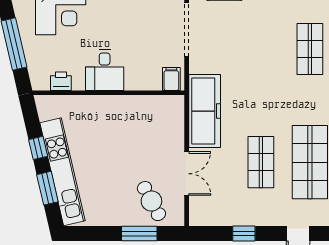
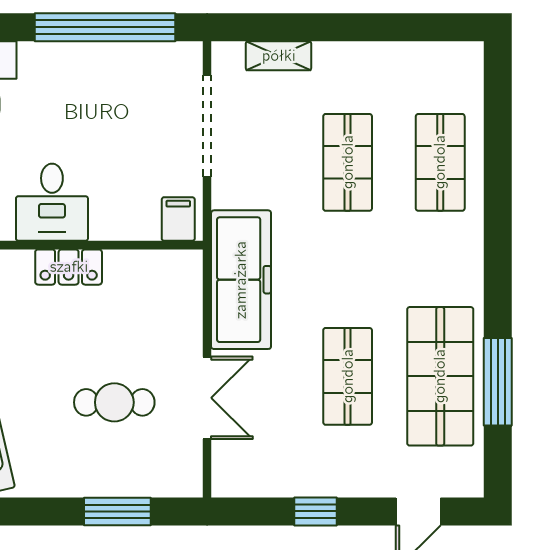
shop shelf: (261, 49) -> (348, 162), added
locker: (113, 104) -> (69, 267), added
cafe table: (151, 201) -> (114, 402), moved, turned -62

